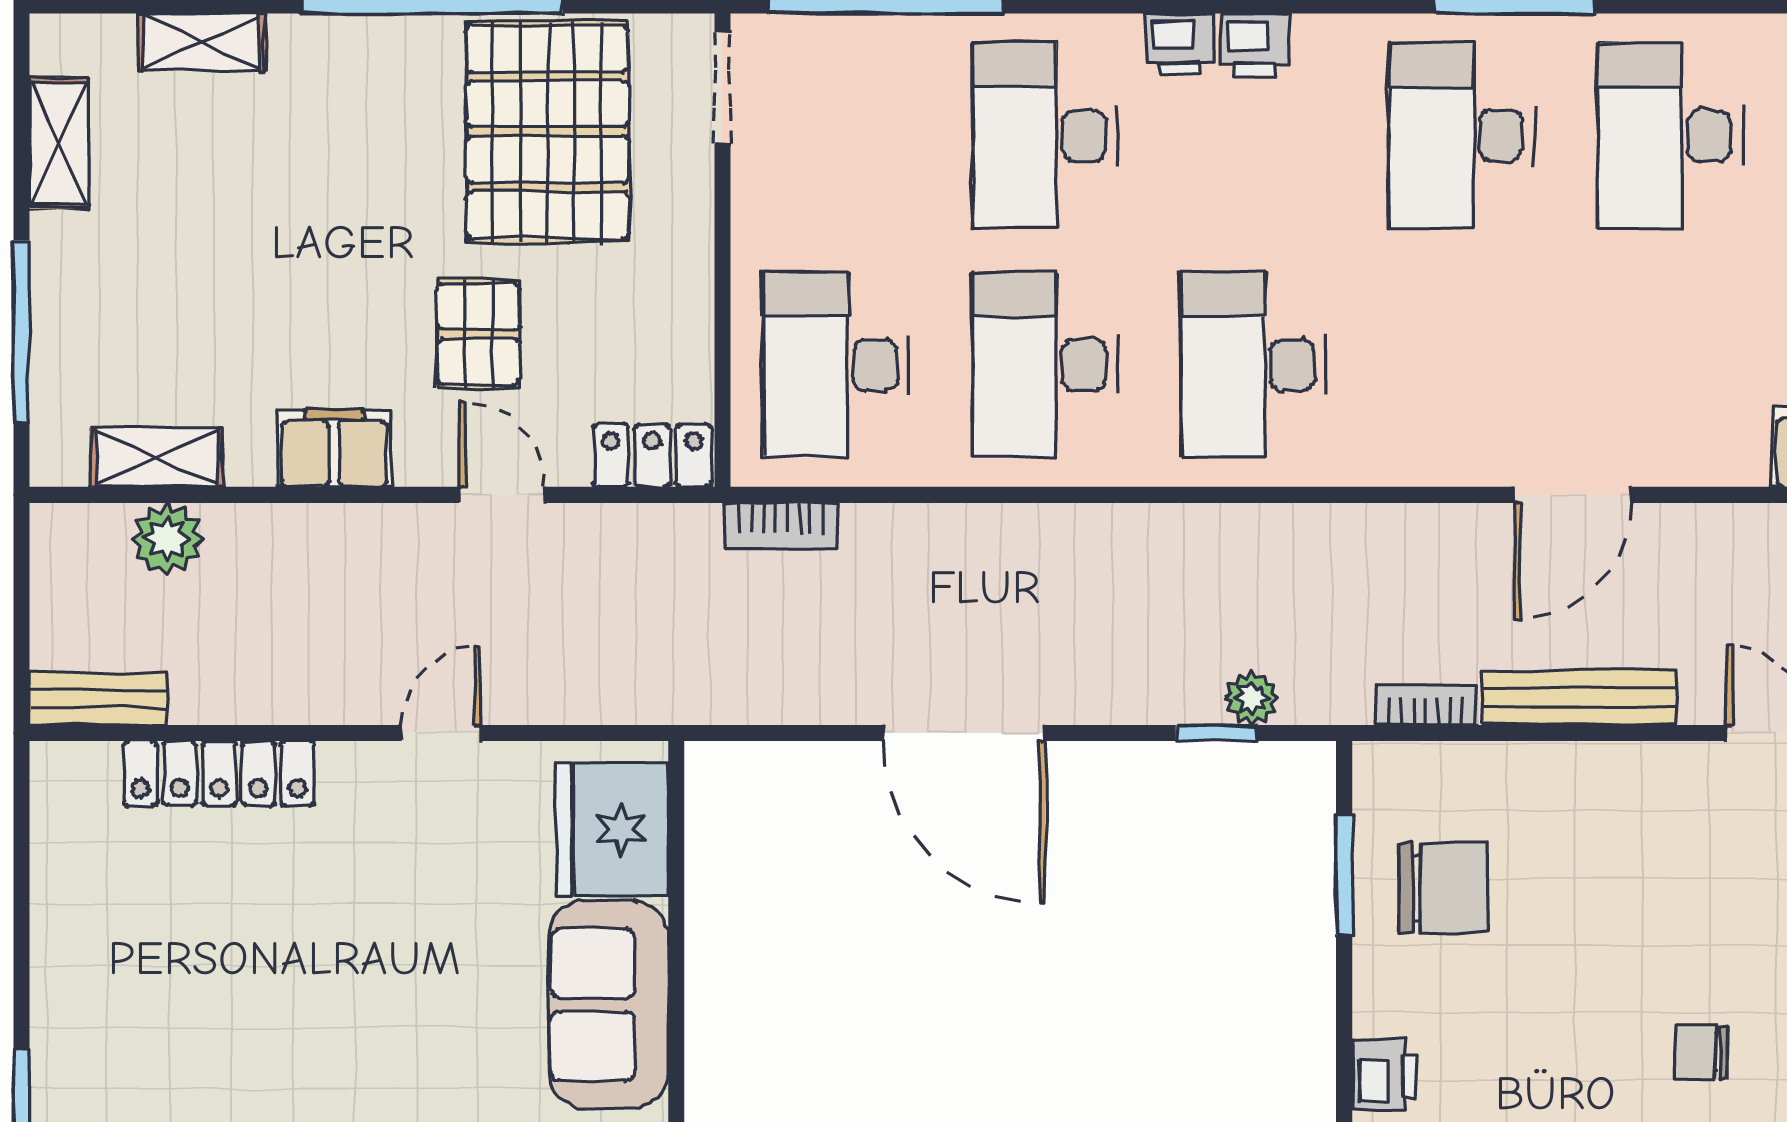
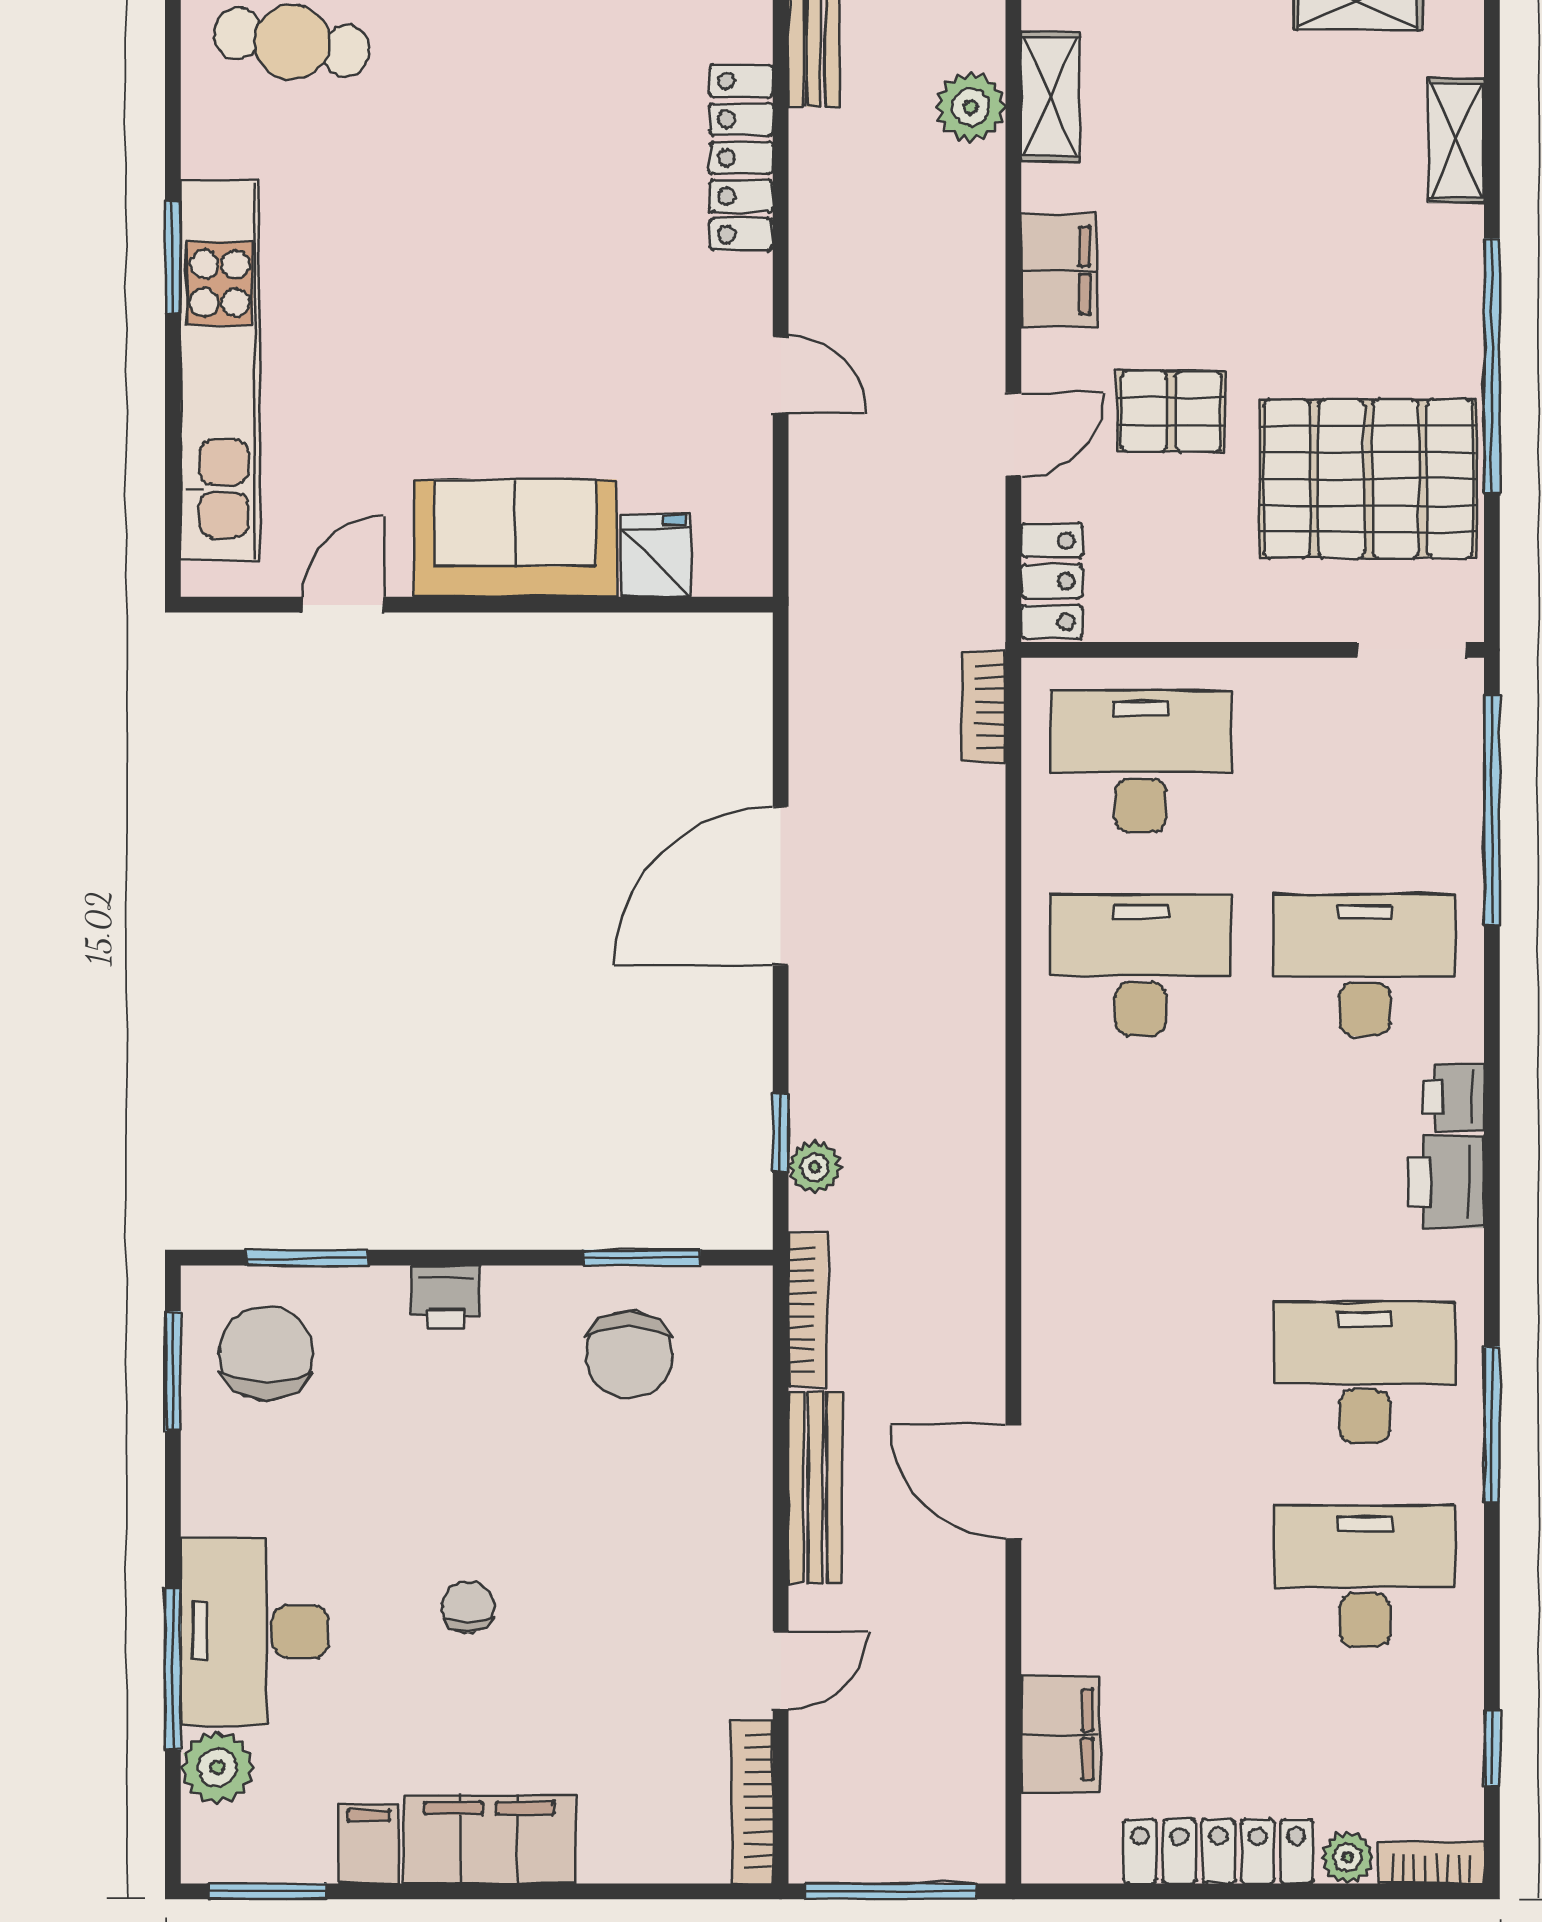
printer: (1254, 45) -> (1446, 1182), width x1.36, depth x1.24
desk: (1253, 365) -> (1141, 1169), removed
bookcase: (1426, 705) -> (808, 1310), width x1.56
fridge: (612, 829) -> (656, 556), width x0.53, depth x0.75

